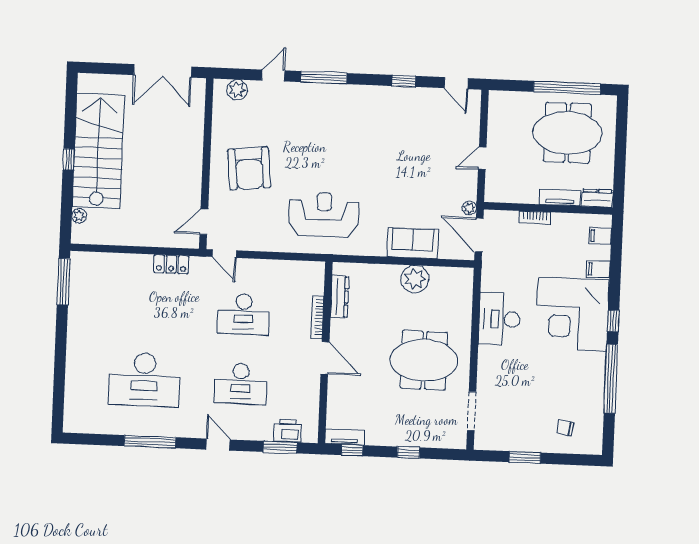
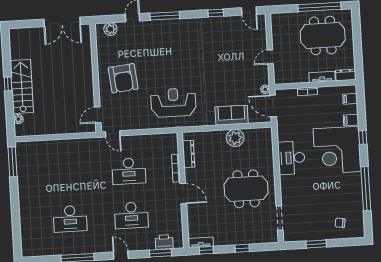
stairs: (98, 151) -> (22, 86), width x0.73, depth x0.66
locker: (171, 264) -> (80, 144), removed
window: (613, 321) -> (363, 137), moved
desk: (144, 380) -> (70, 219), width x0.73, depth x0.77

